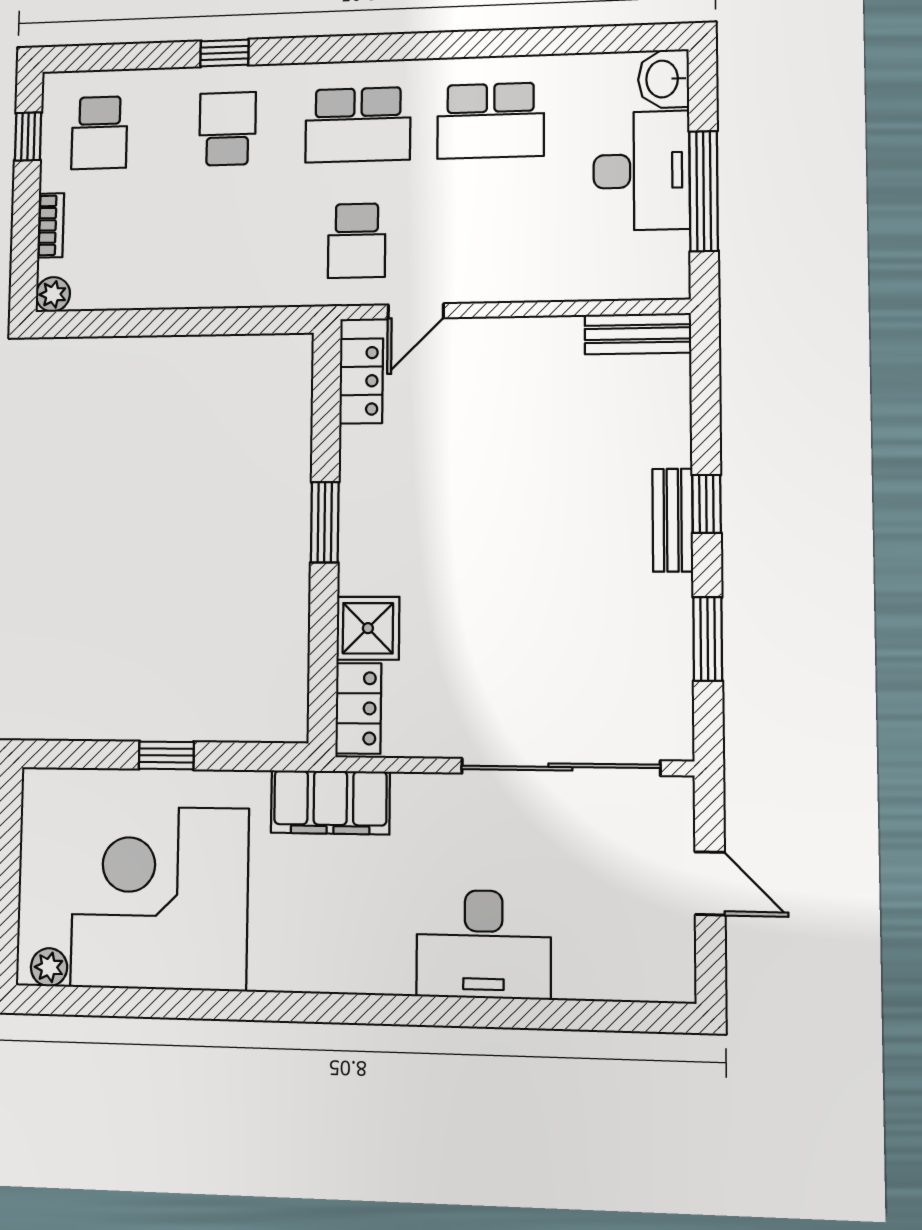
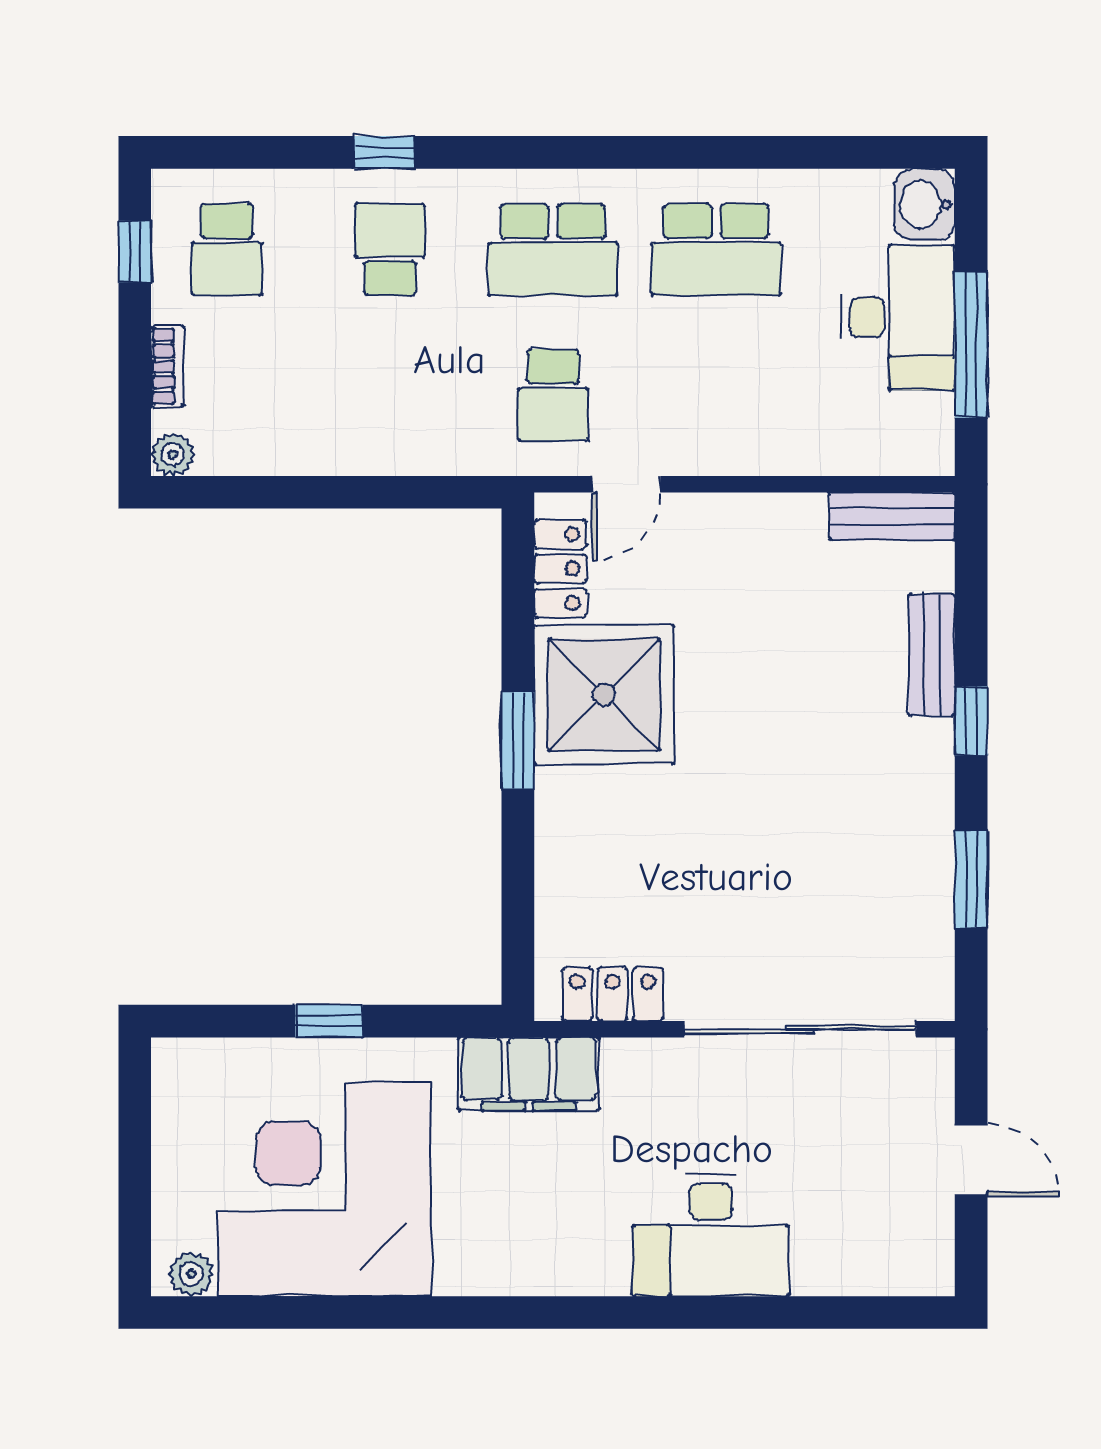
bench: (673, 520) -> (932, 655), moved
shower: (368, 628) -> (604, 695), moved, width x1.86, depth x1.86
locker: (358, 708) -> (613, 994), moved, turned -90

